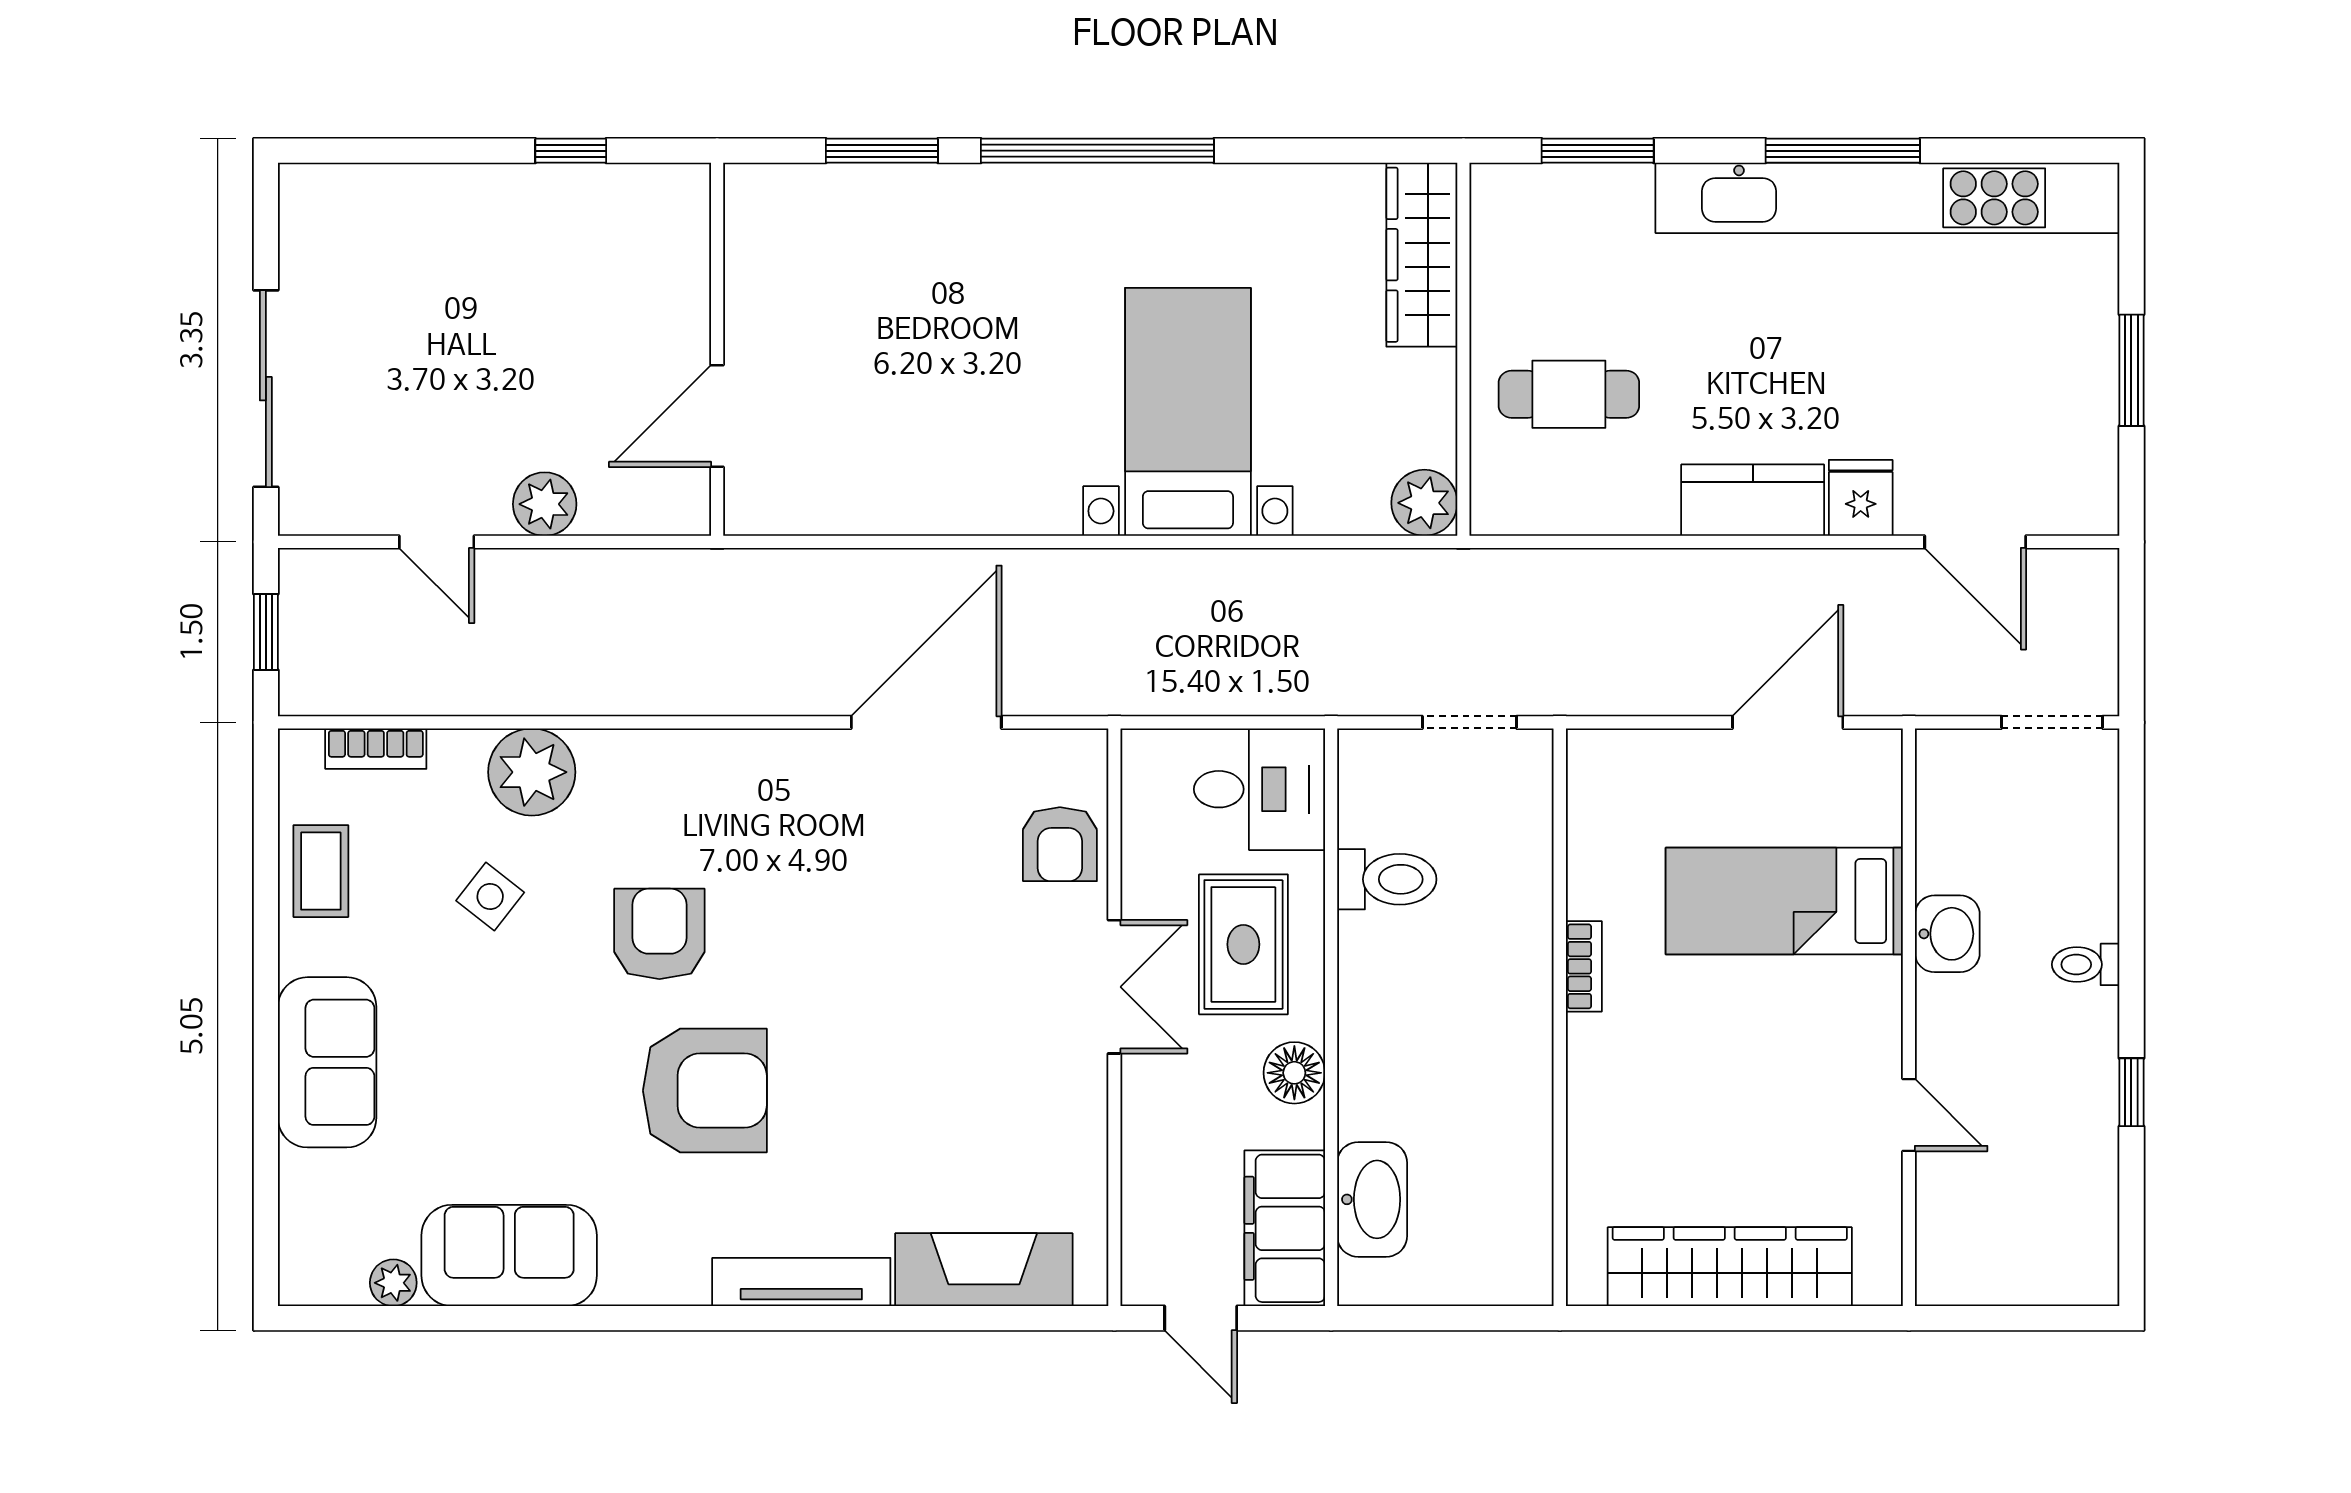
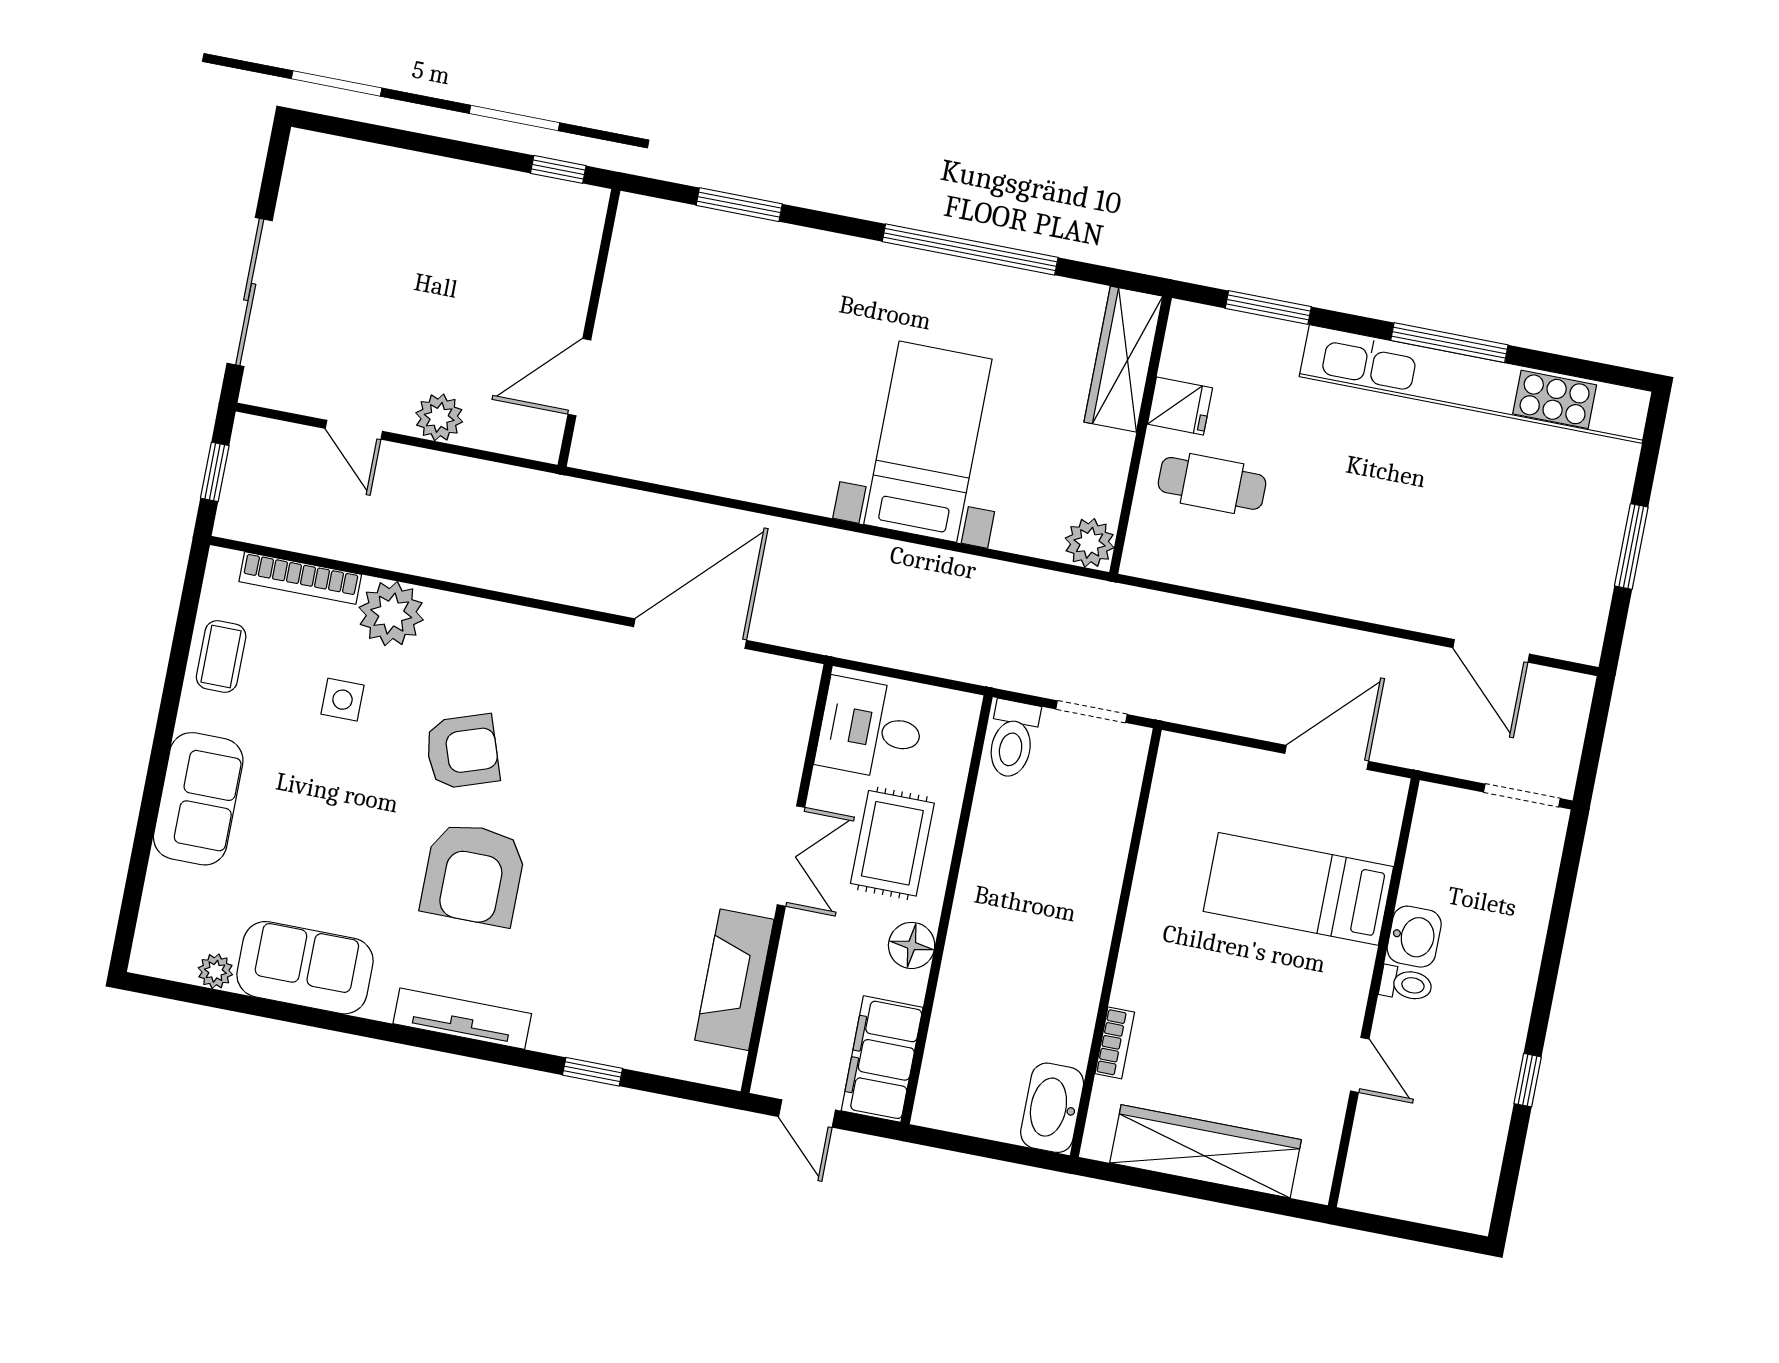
window: (571, 151) -> (558, 169), moved
window: (1097, 151) -> (970, 250), moved
fridge: (1861, 498) -> (1180, 406), moved, turned 90
kitchen counter: (1753, 500) -> (1333, 588), removed
bookcase: (376, 749) -> (300, 578), width x1.56
desk: (1259, 789) -> (871, 729), moved, turned 180
armchair: (1060, 844) -> (771, 743), removed
toilet: (1387, 879) -> (1013, 739), moved, turned 90
side table: (490, 897) -> (342, 700), turned -38
armchair: (659, 934) -> (462, 752), turned 71
toilet: (2086, 964) -> (1406, 984), moved, turned 180
bookcase: (1584, 966) -> (1115, 1043), moved
armchair: (705, 1091) -> (473, 874), turned 90
washbasin: (1372, 1199) -> (1052, 1108), moved, turned 180
fireplace: (984, 1270) -> (734, 980), moved, turned -90
tv unit: (801, 1282) -> (462, 1019), moved
window: (910, 1318) -> (593, 1072), added

